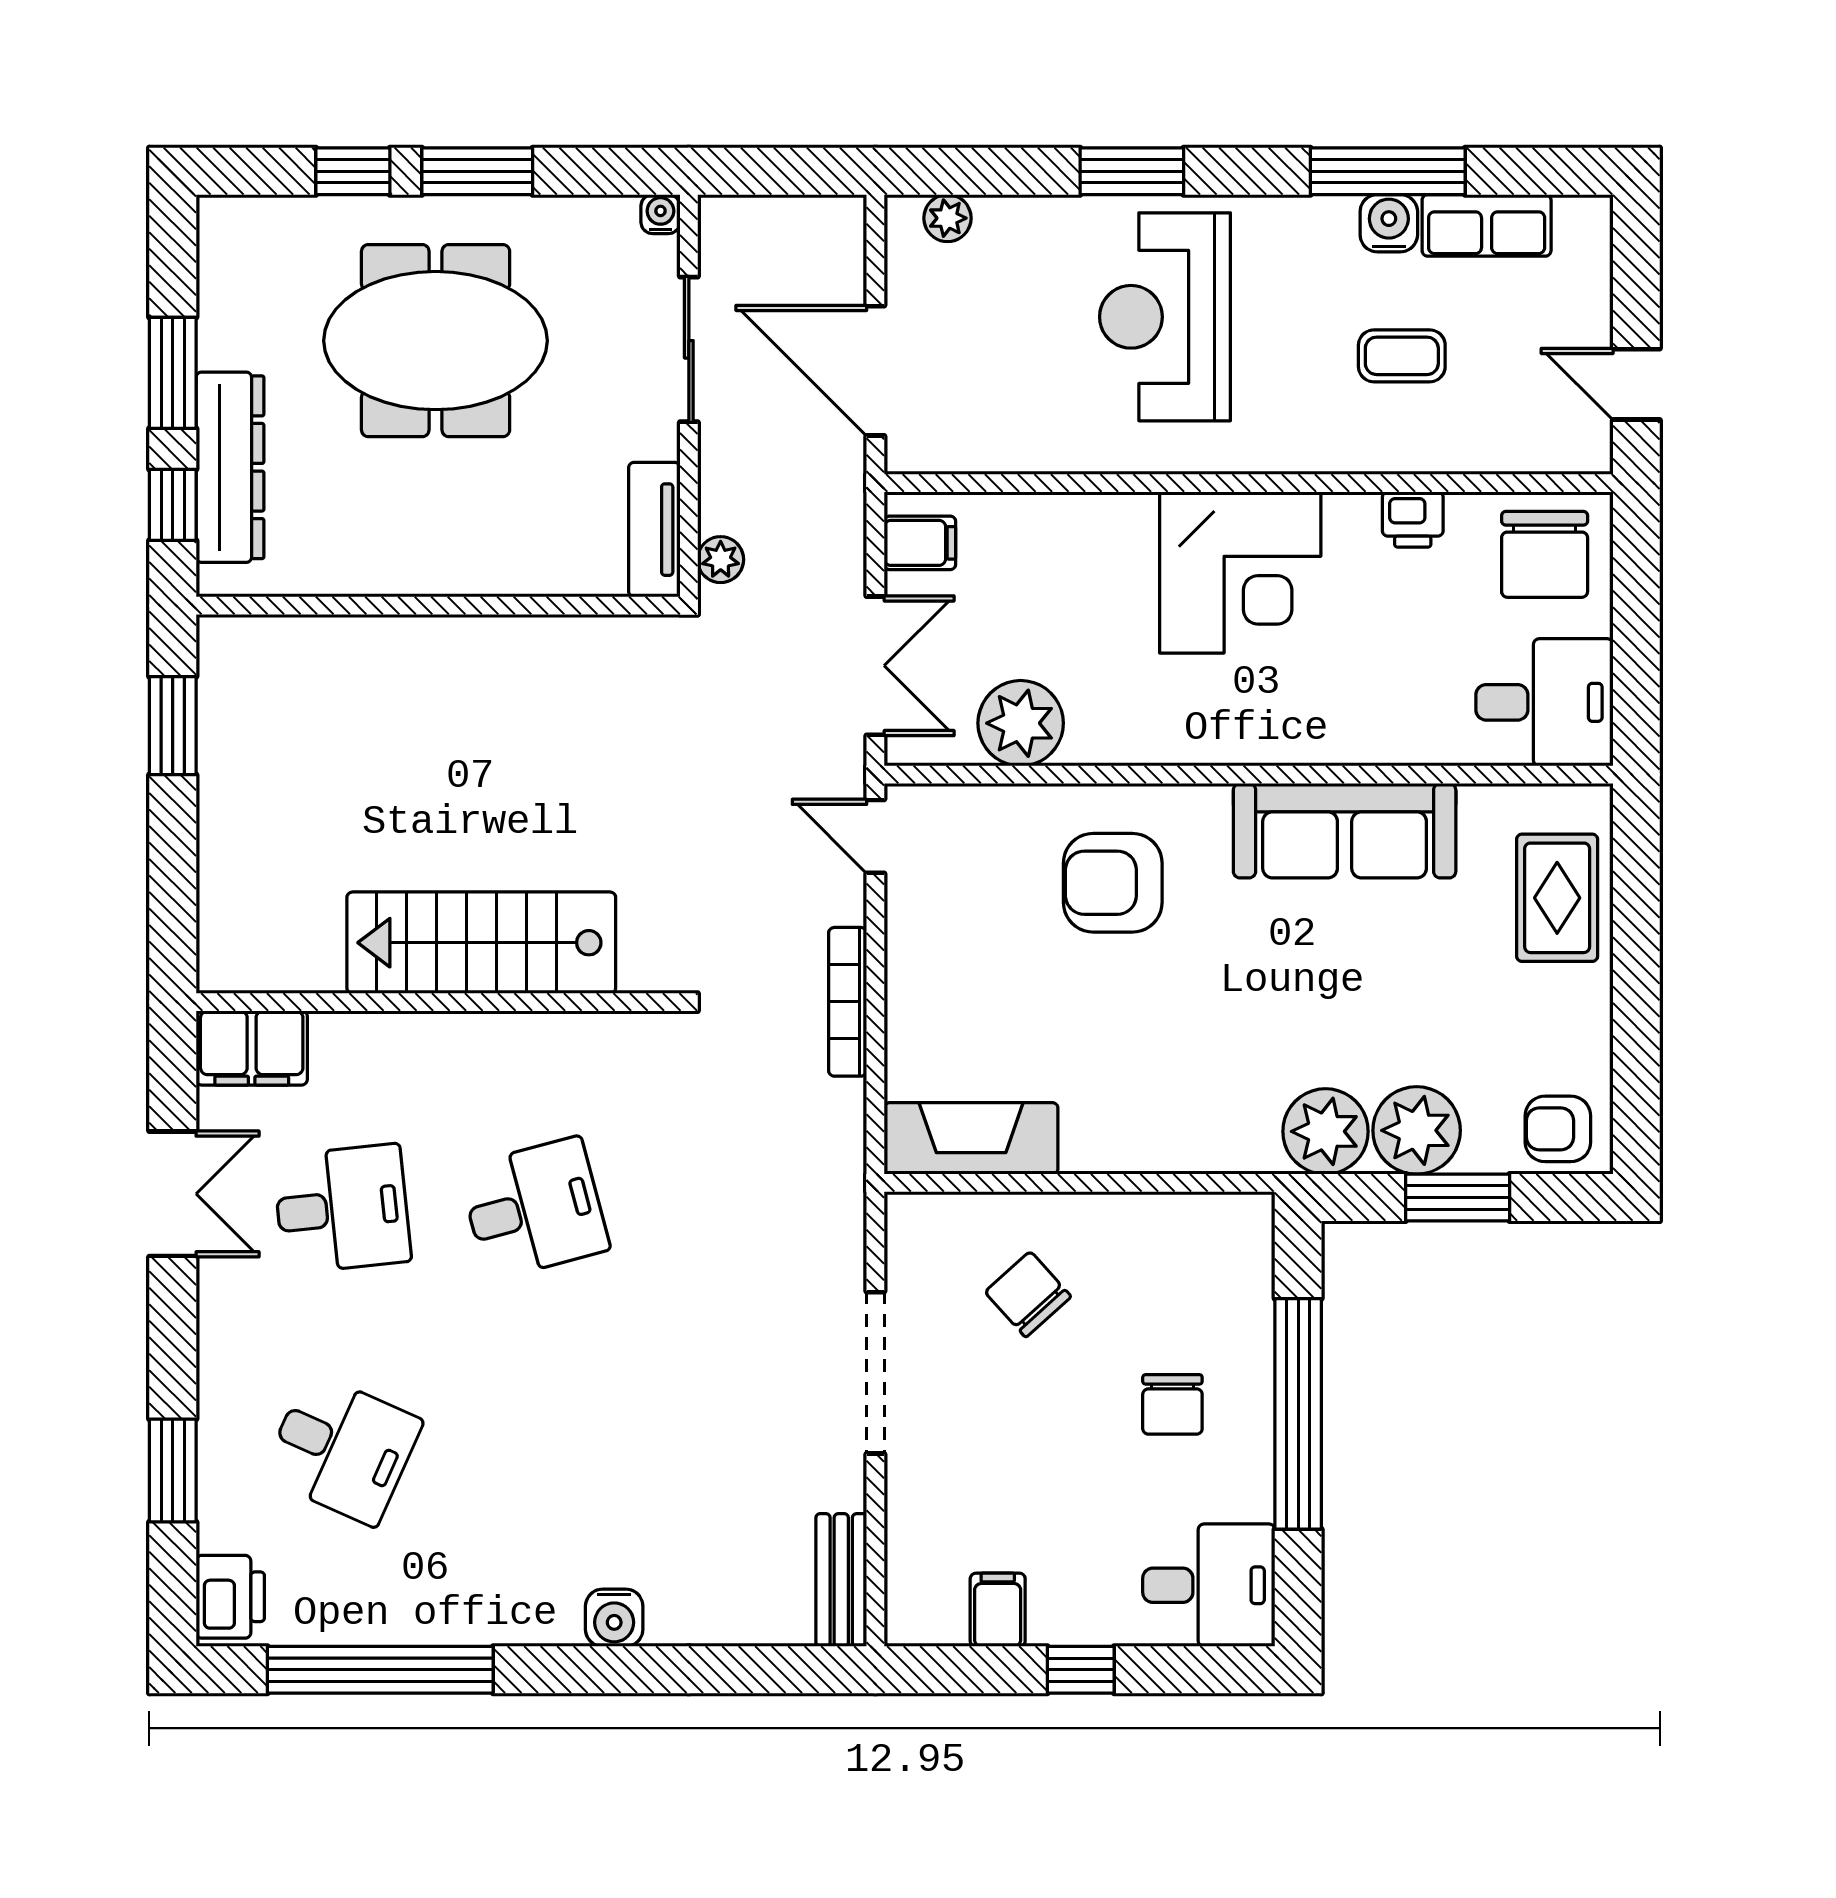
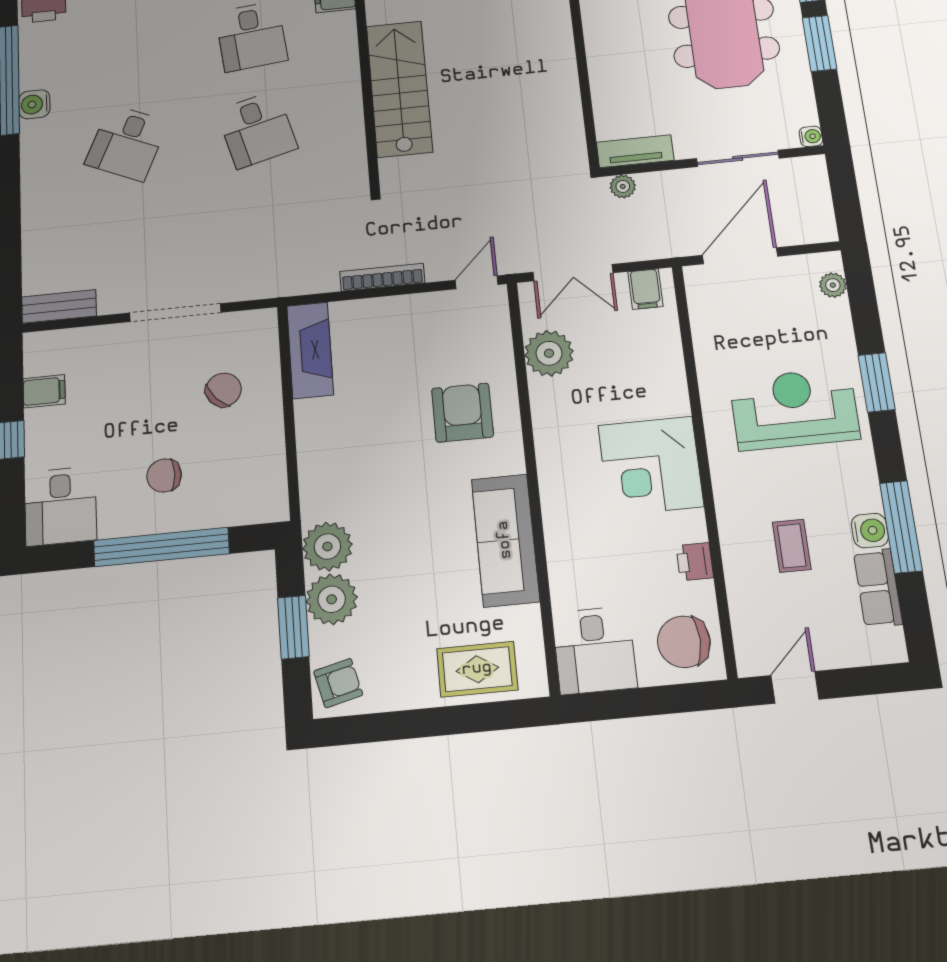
armchair: (1558, 1129) -> (338, 683), turned 76
desk: (342, 1449) -> (127, 143), moved
water cooler: (614, 1618) -> (34, 104), moved

